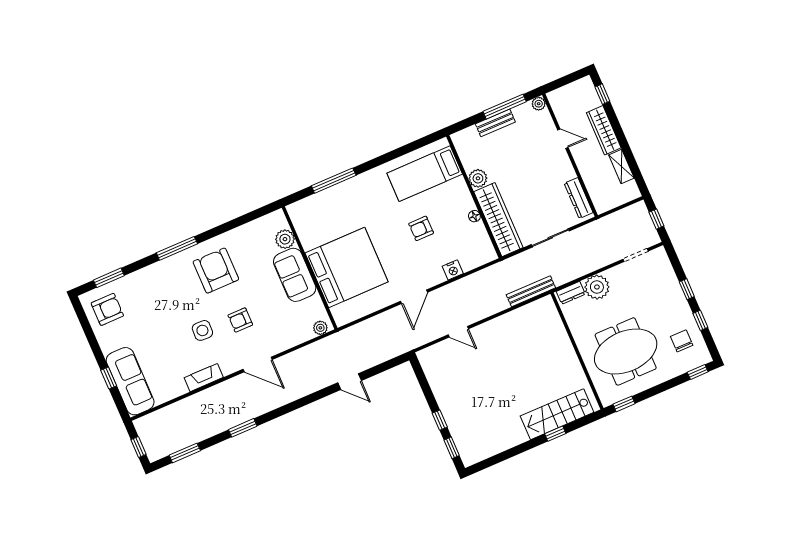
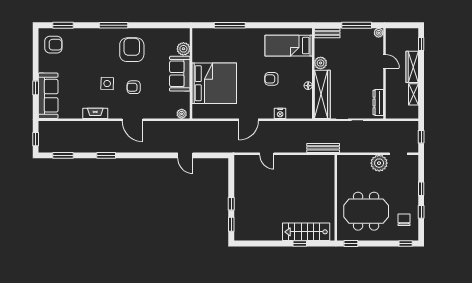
bench: (495, 123) -> (327, 33), moved
plant: (597, 287) -> (379, 163), moved
dresser: (571, 293) -> (348, 160), removed

